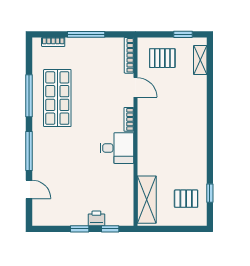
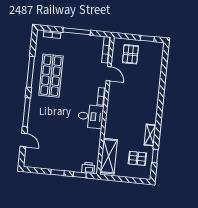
pallet: (162, 58) -> (130, 54), turned 90
shelving: (200, 60) -> (150, 135), moved
printer: (96, 218) -> (88, 168), moved

